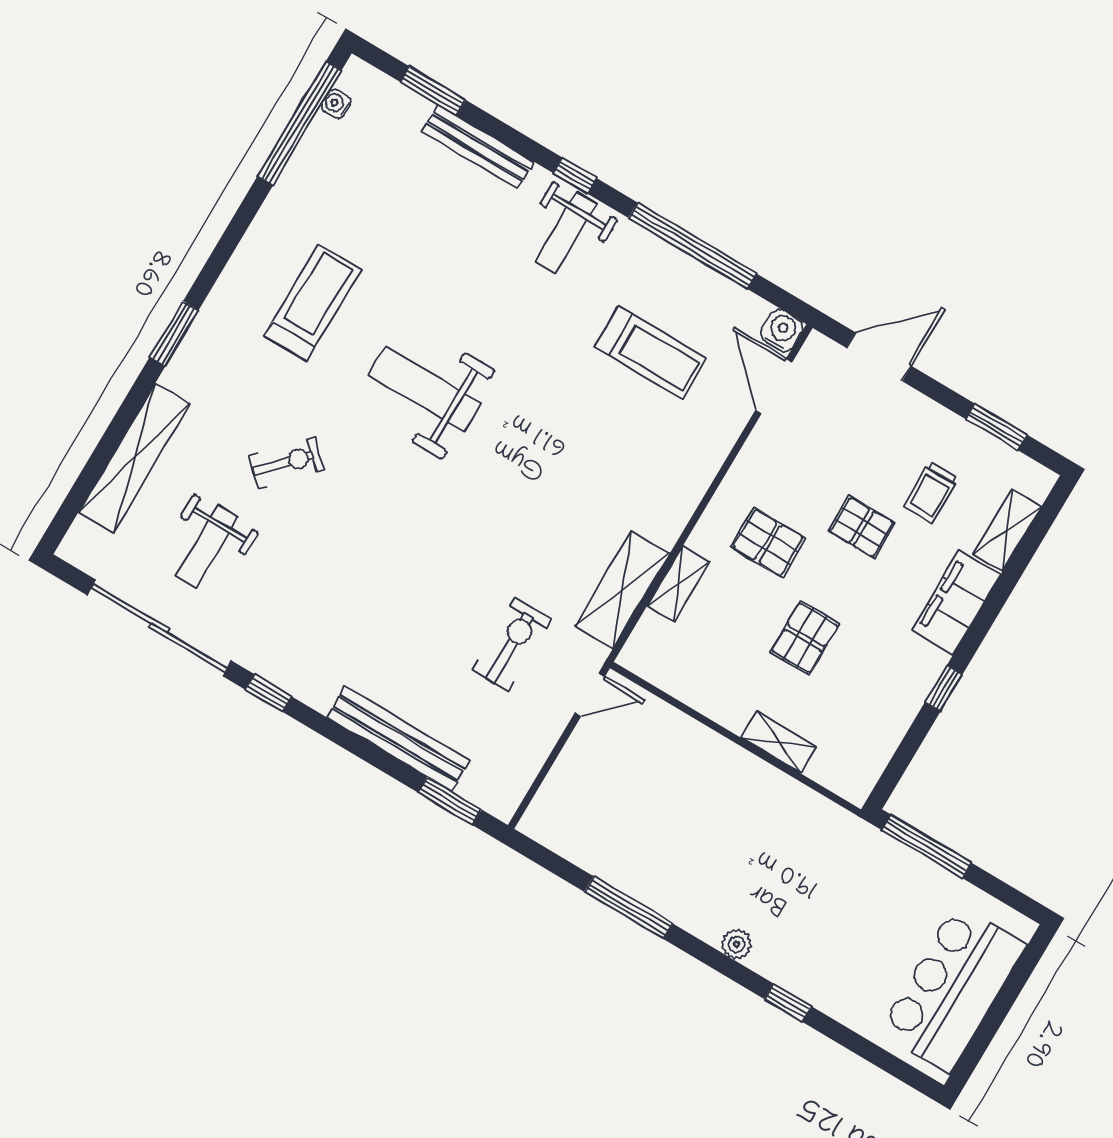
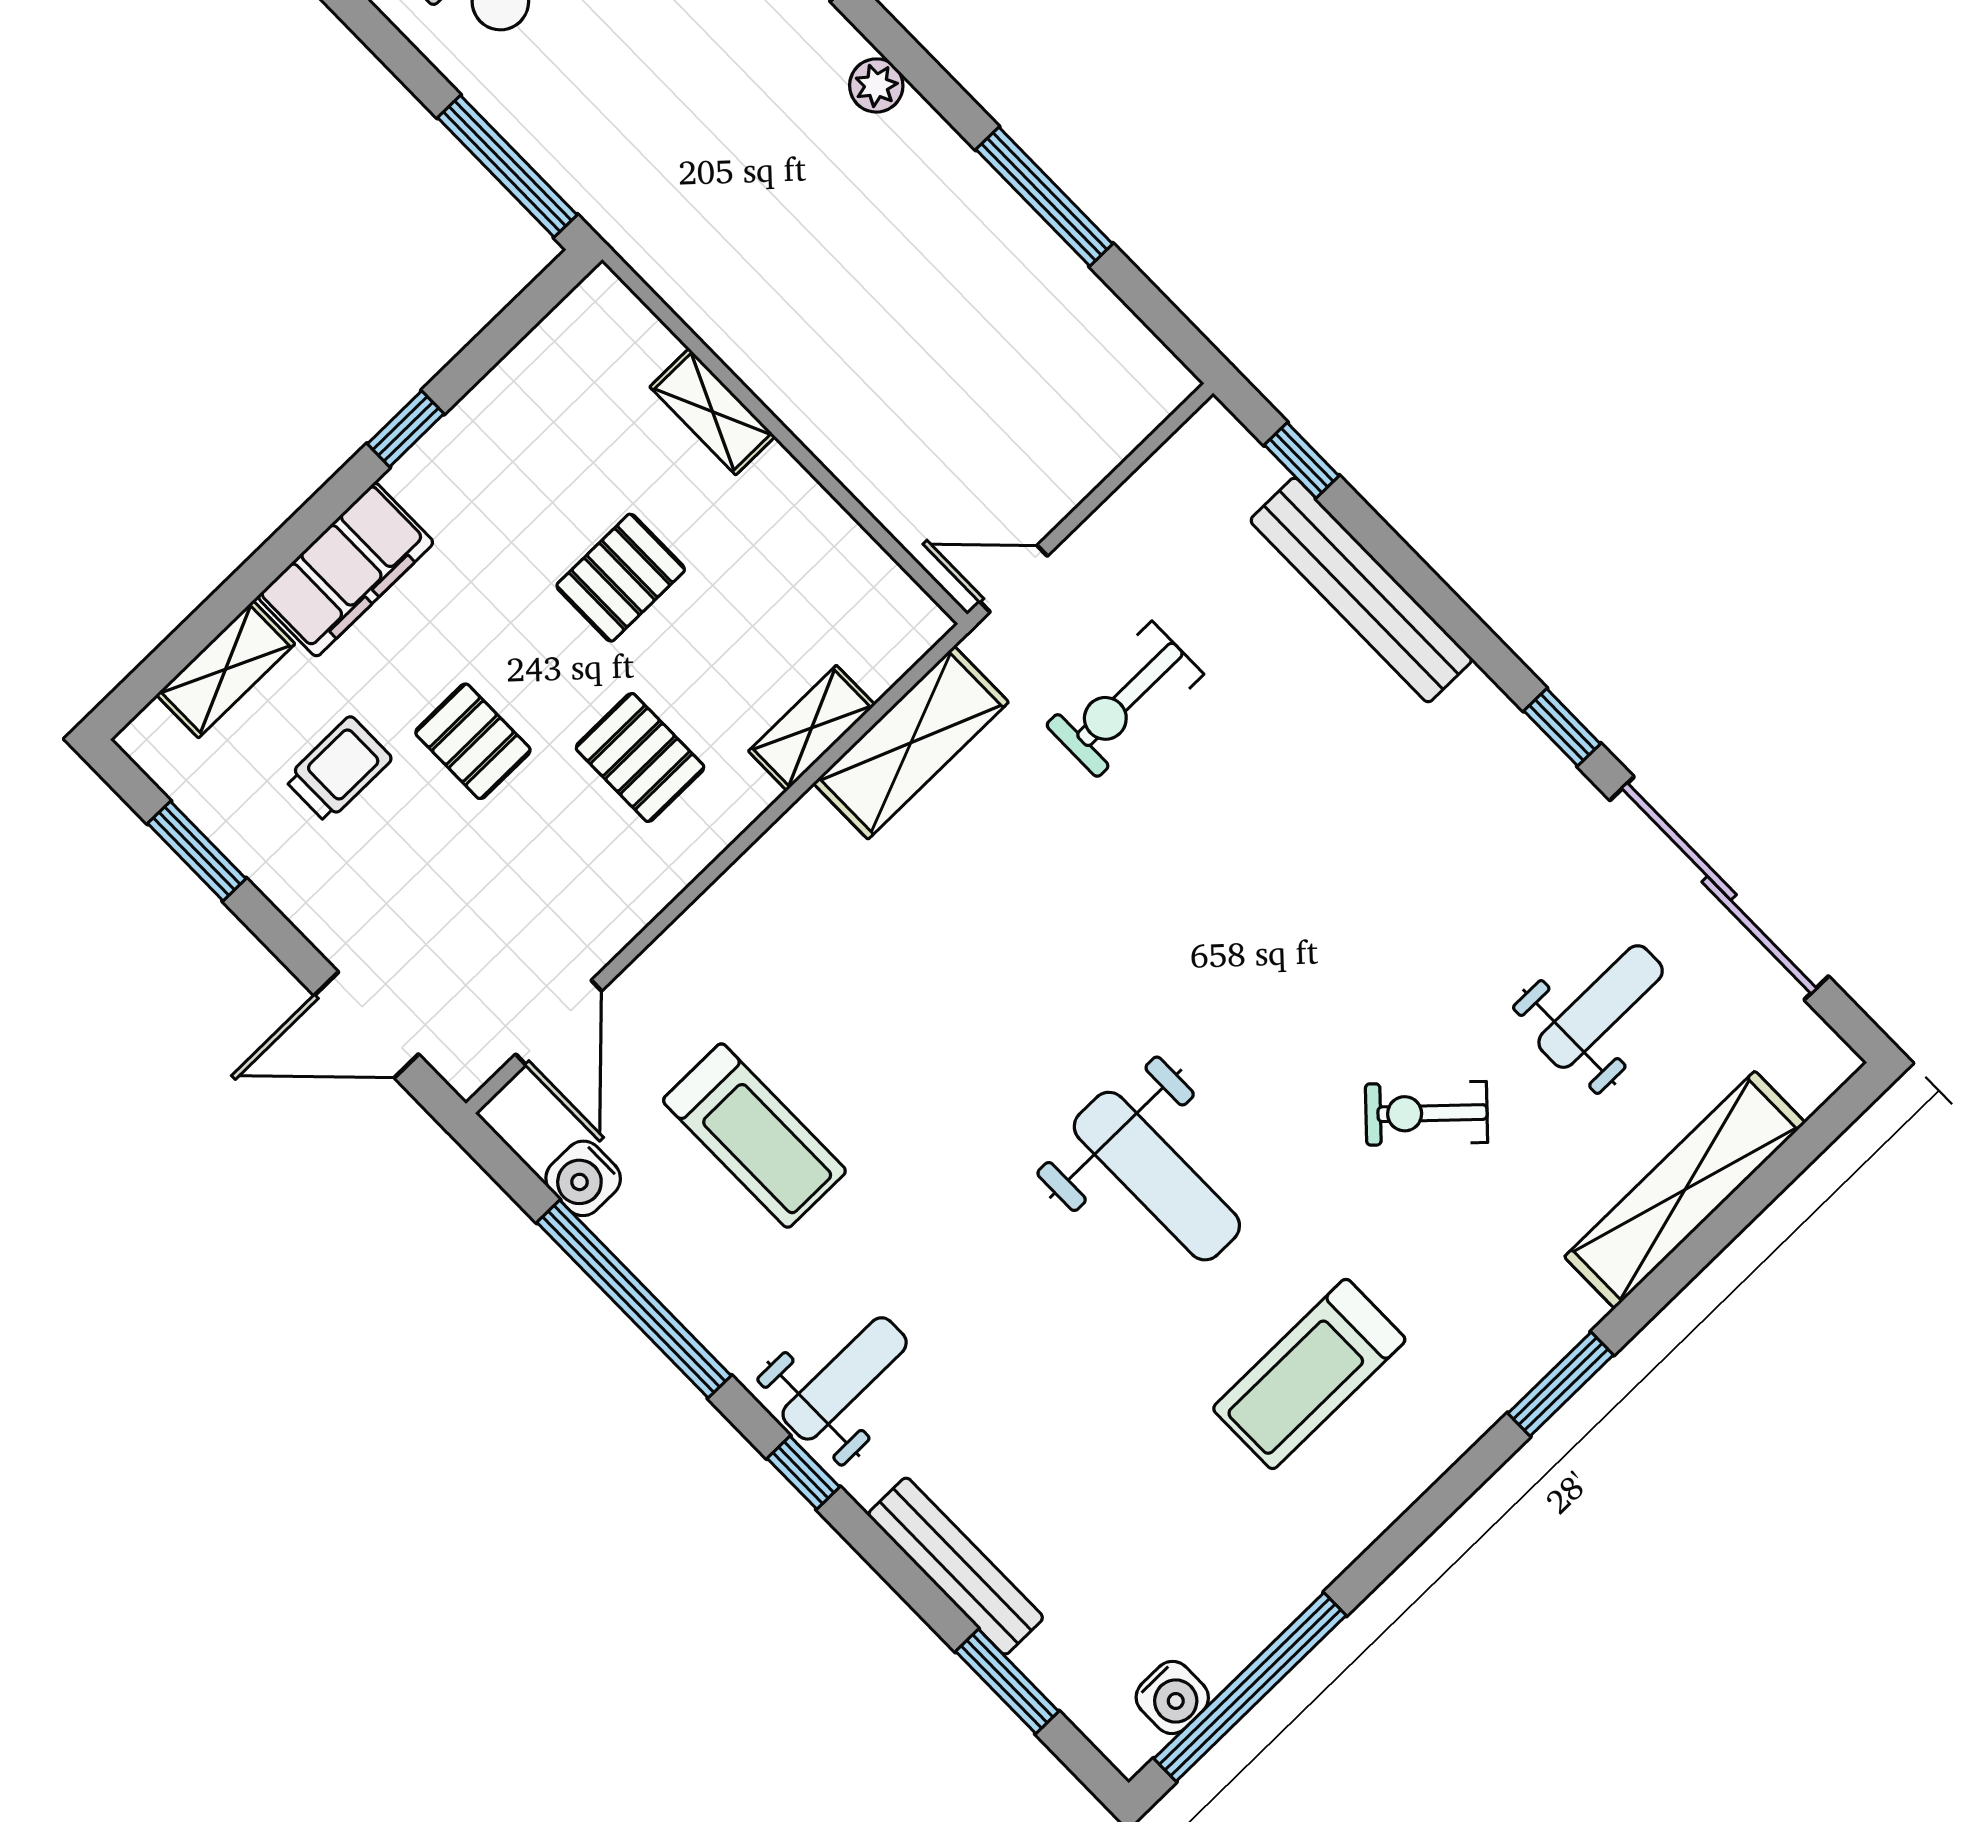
water cooler: (336, 104) -> (1172, 1697), width x1.38, depth x1.38
water cooler: (782, 330) -> (583, 1178), moved
treadmill: (650, 353) -> (754, 1136), turned 180
window: (450, 801) -> (1302, 460), width x0.67

